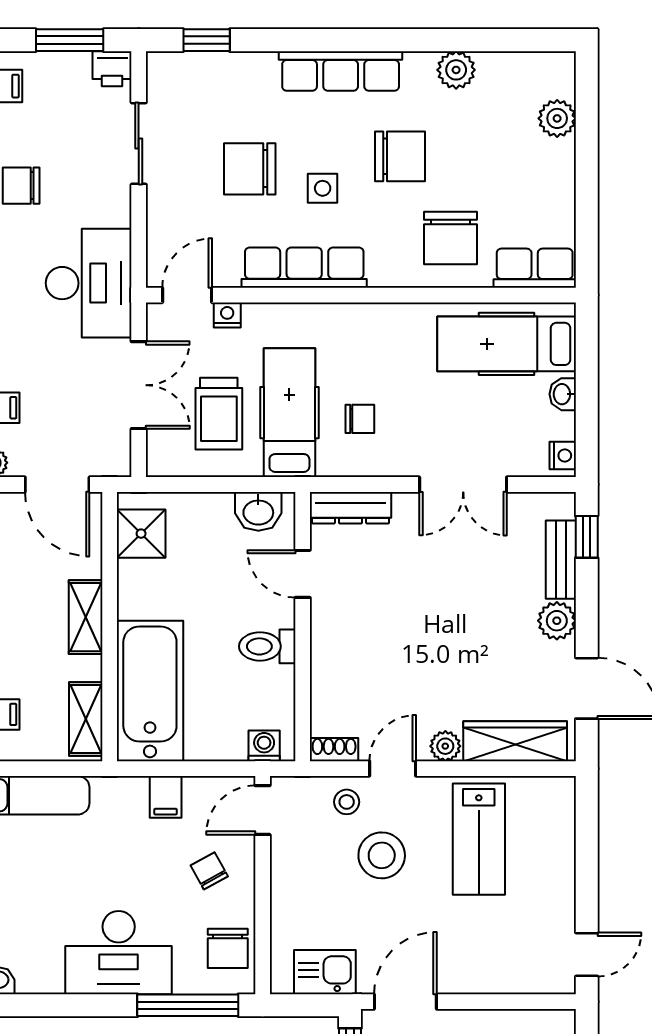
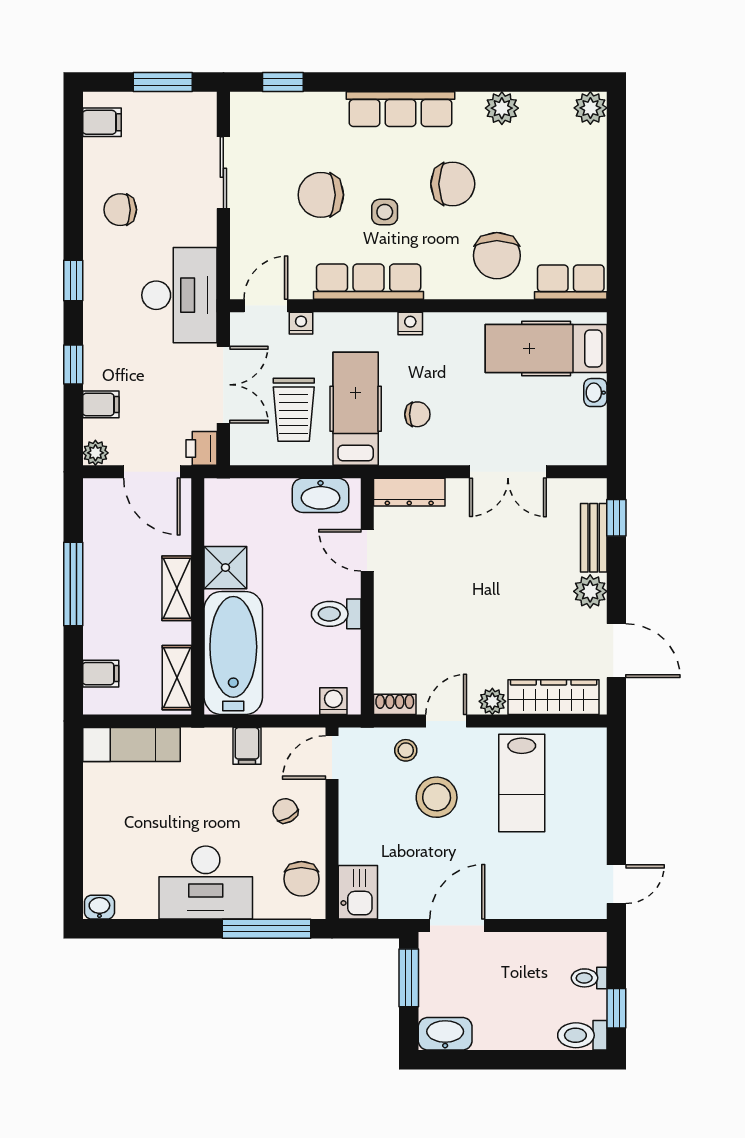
printer: (112, 69) -> (202, 448), moved, turned 90
plant: (557, 118) -> (590, 108), moved
nightstand: (563, 455) -> (410, 324), moved, turned -90
washbasin: (258, 511) -> (321, 495), width x1.38
shower: (141, 534) -> (225, 568), moved
kitchen sink: (325, 972) -> (358, 892), moved, turned 90

